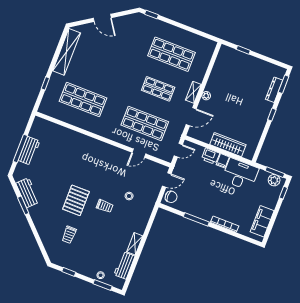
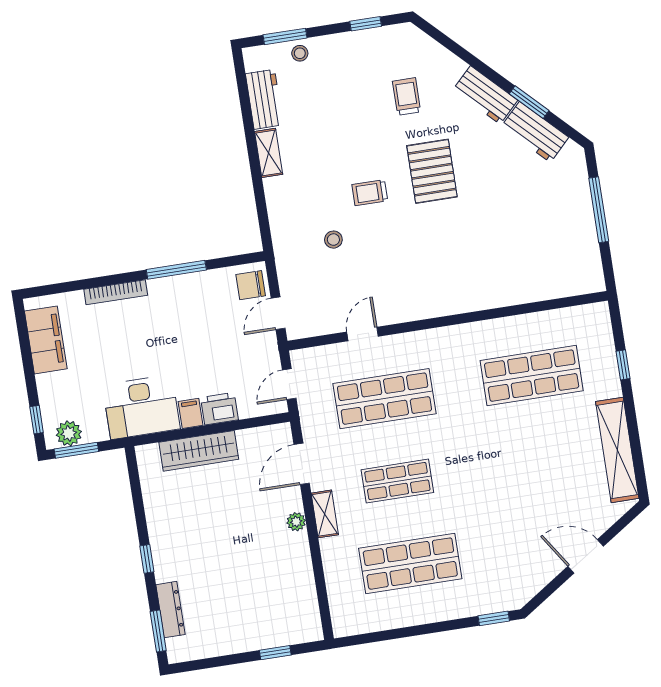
workbench: (29, 151) -> (485, 95), moved, turned -45

